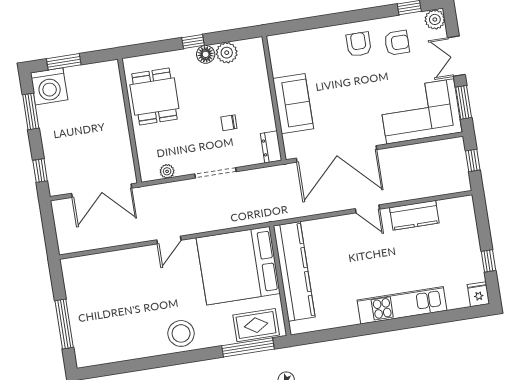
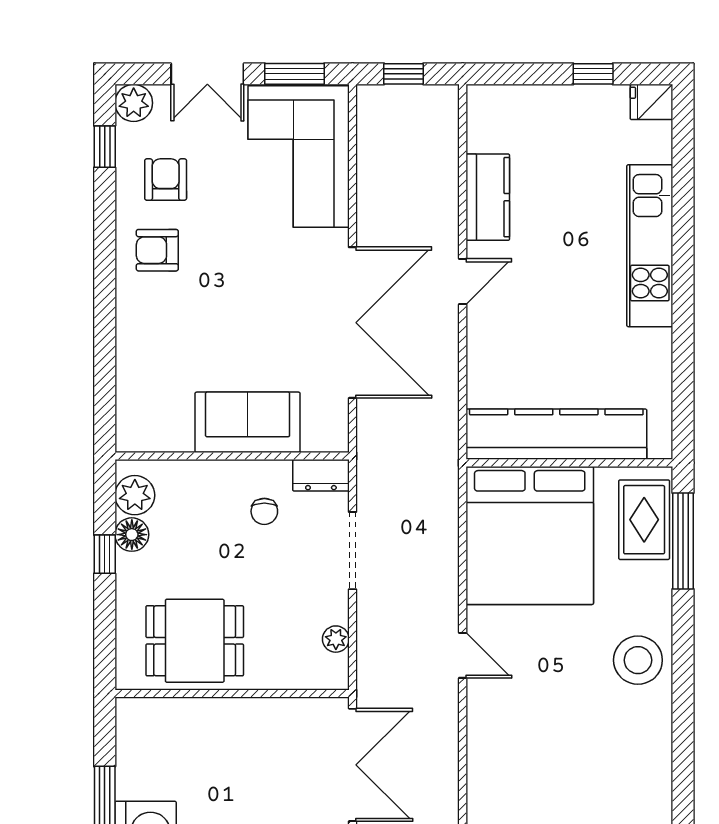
wall: (274, 98) -> (232, 456), moved
sofa: (293, 104) -> (248, 422), moved
dresser: (271, 147) -> (321, 475), moved

